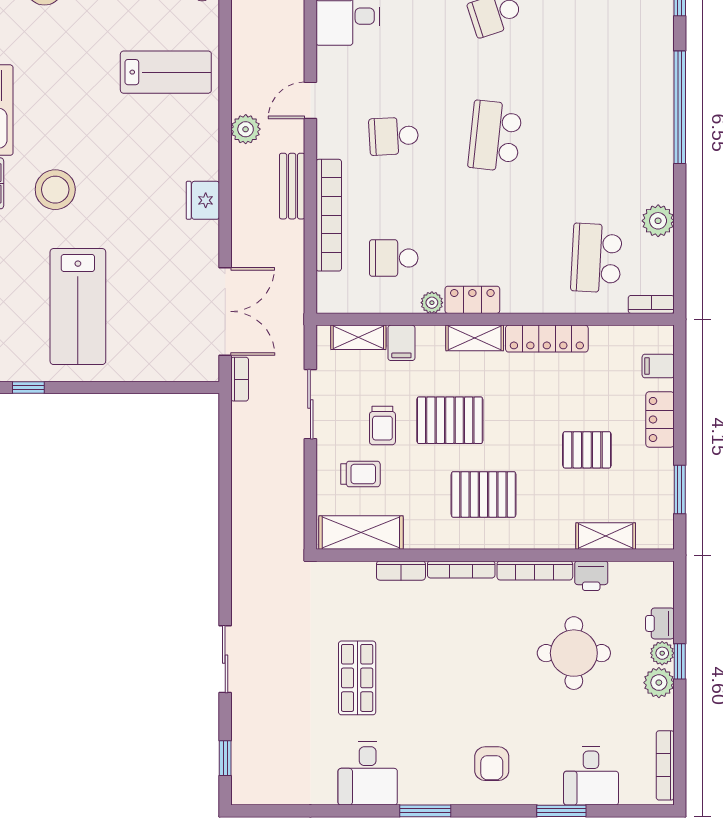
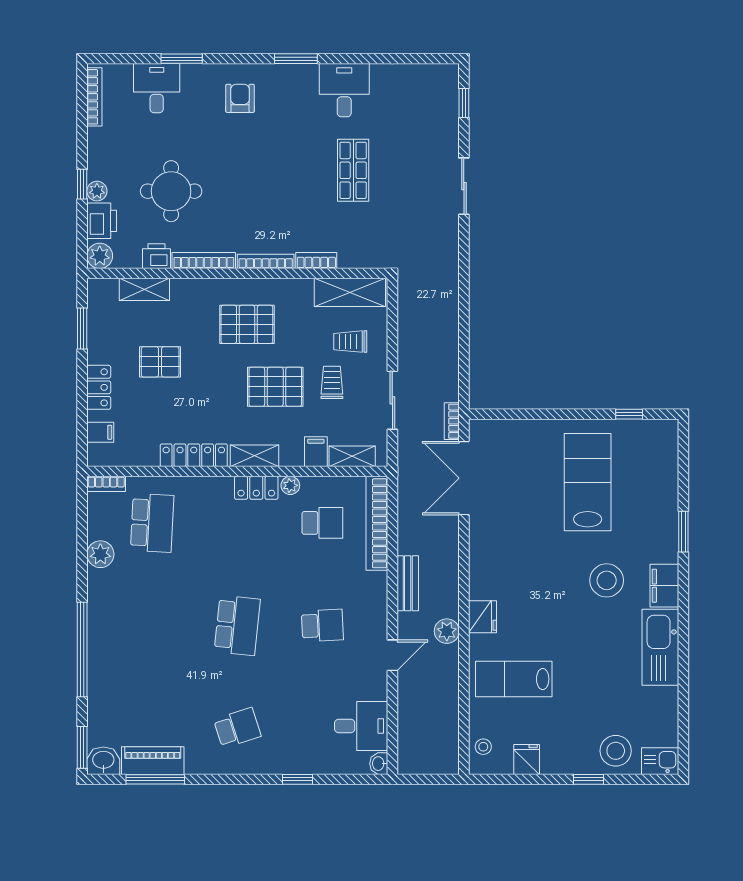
fridge: (203, 200) -> (483, 617), moved
bookcase: (329, 215) -> (377, 523), moved
printer: (660, 623) -> (102, 221), width x1.36, depth x1.24
plant: (659, 683) -> (100, 256), moved

